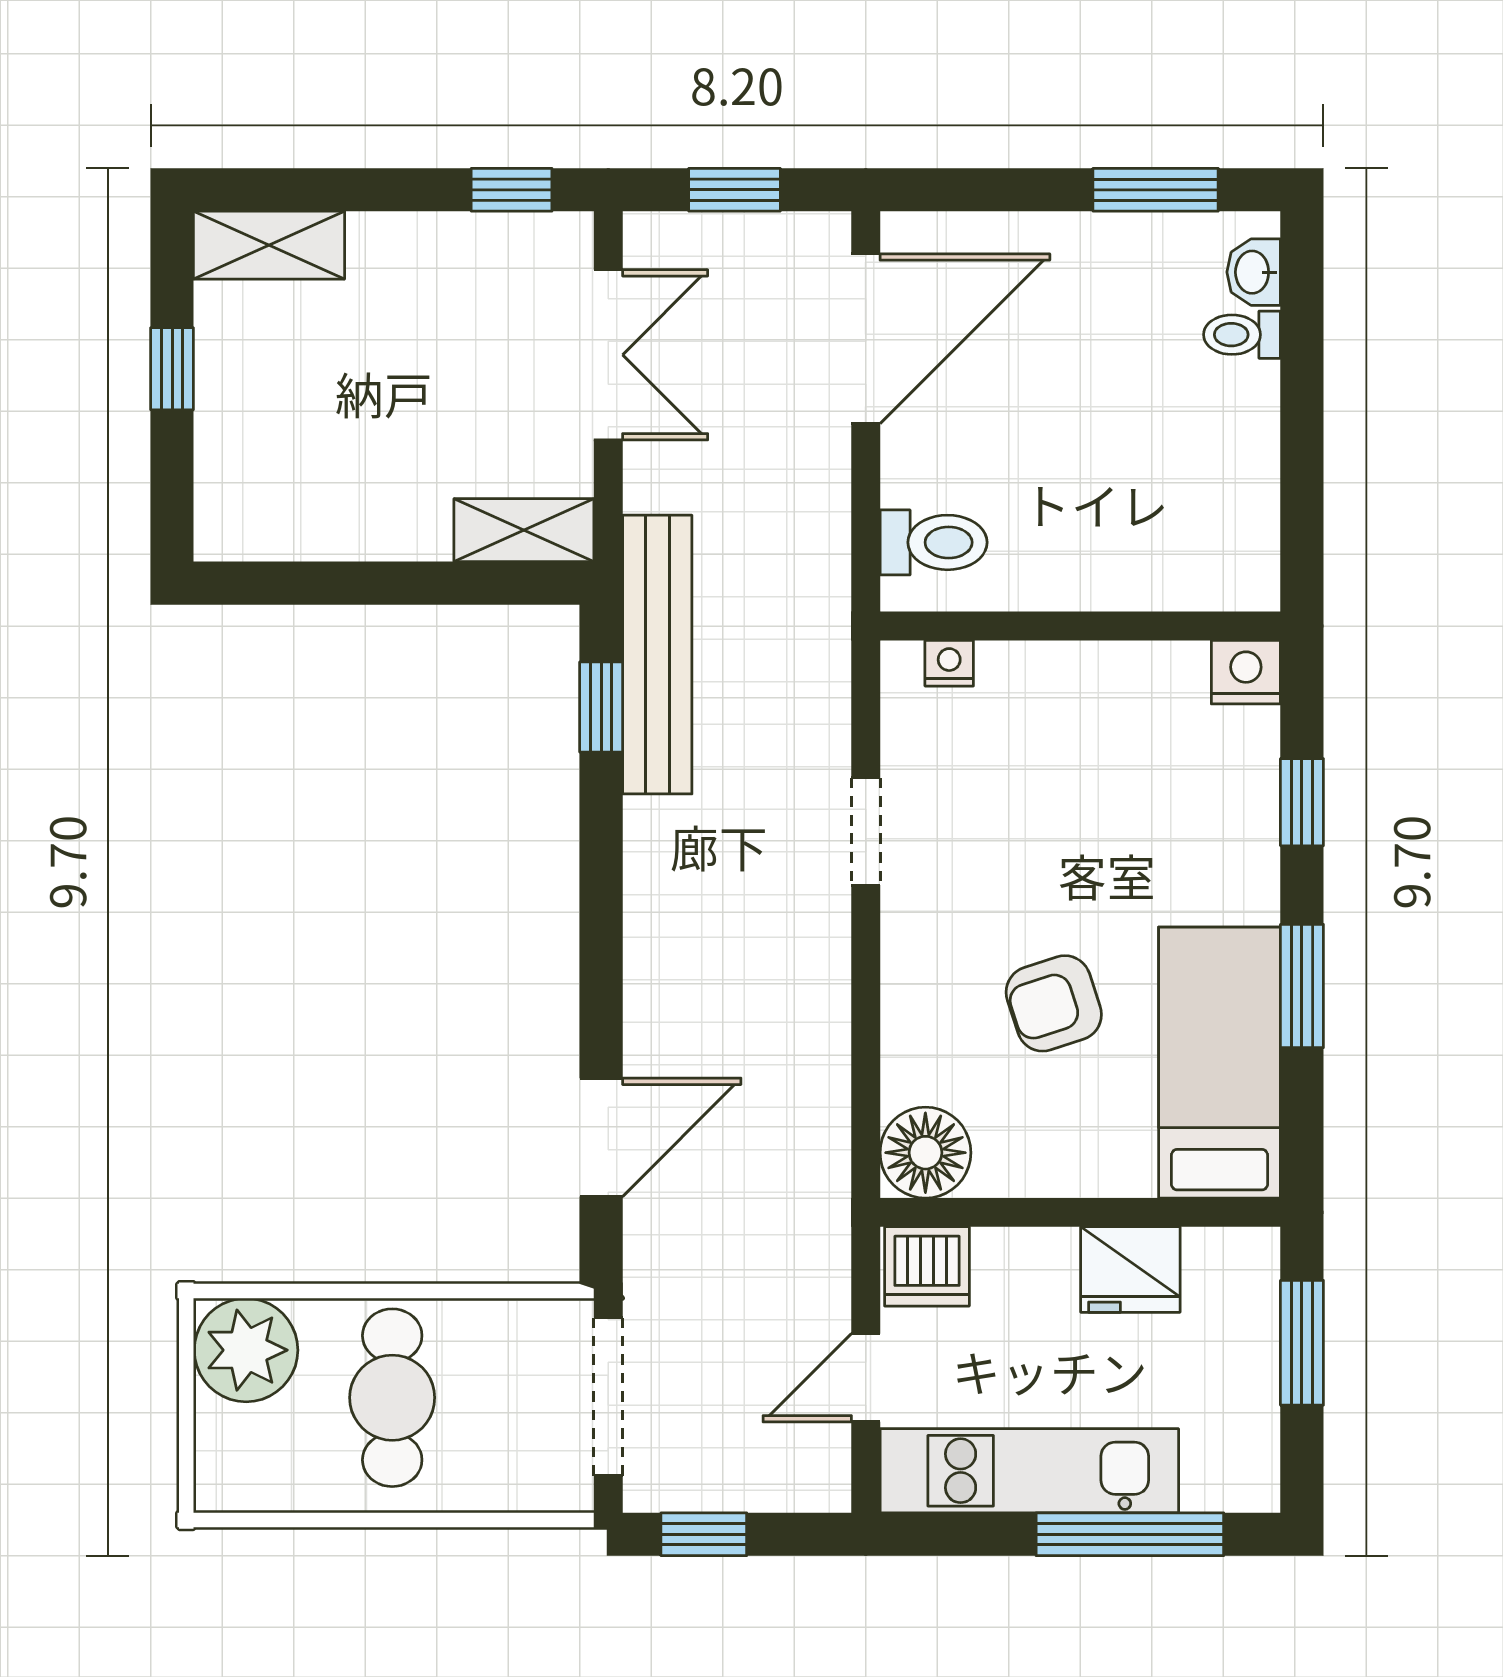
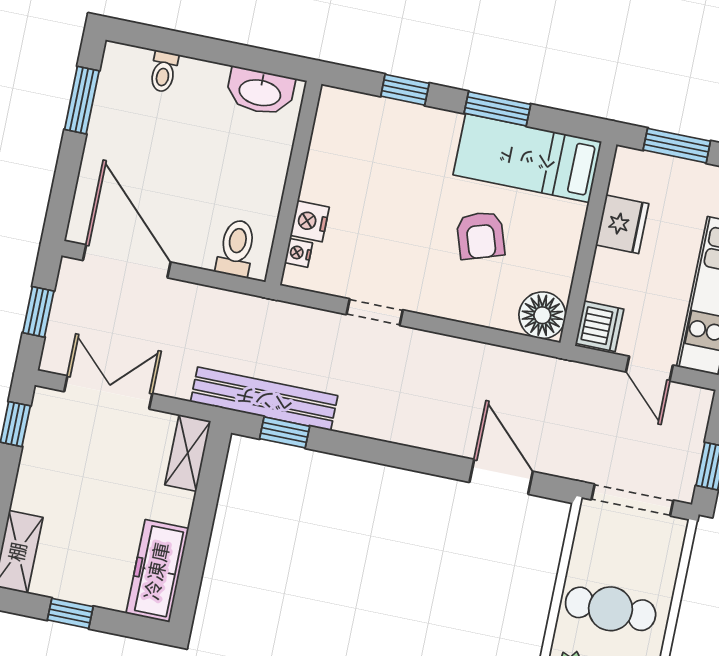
washbasin: (1254, 272) -> (260, 92), moved, width x1.91, depth x1.45
freezer: (287, 518) -> (157, 571), added
nightstand: (1246, 672) -> (310, 221), moved

